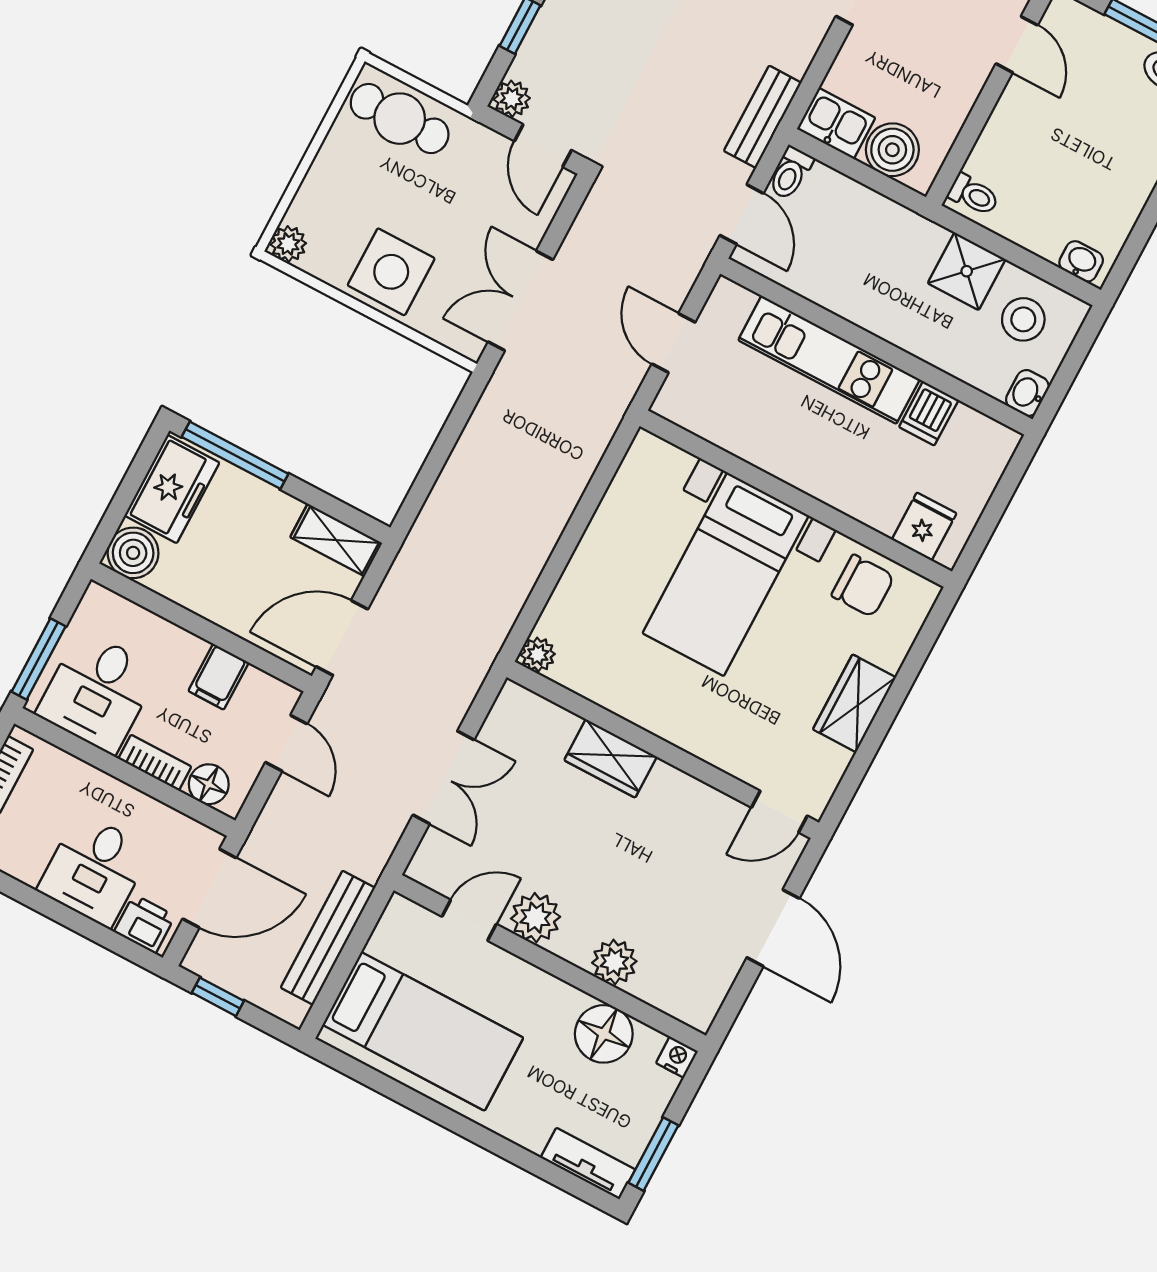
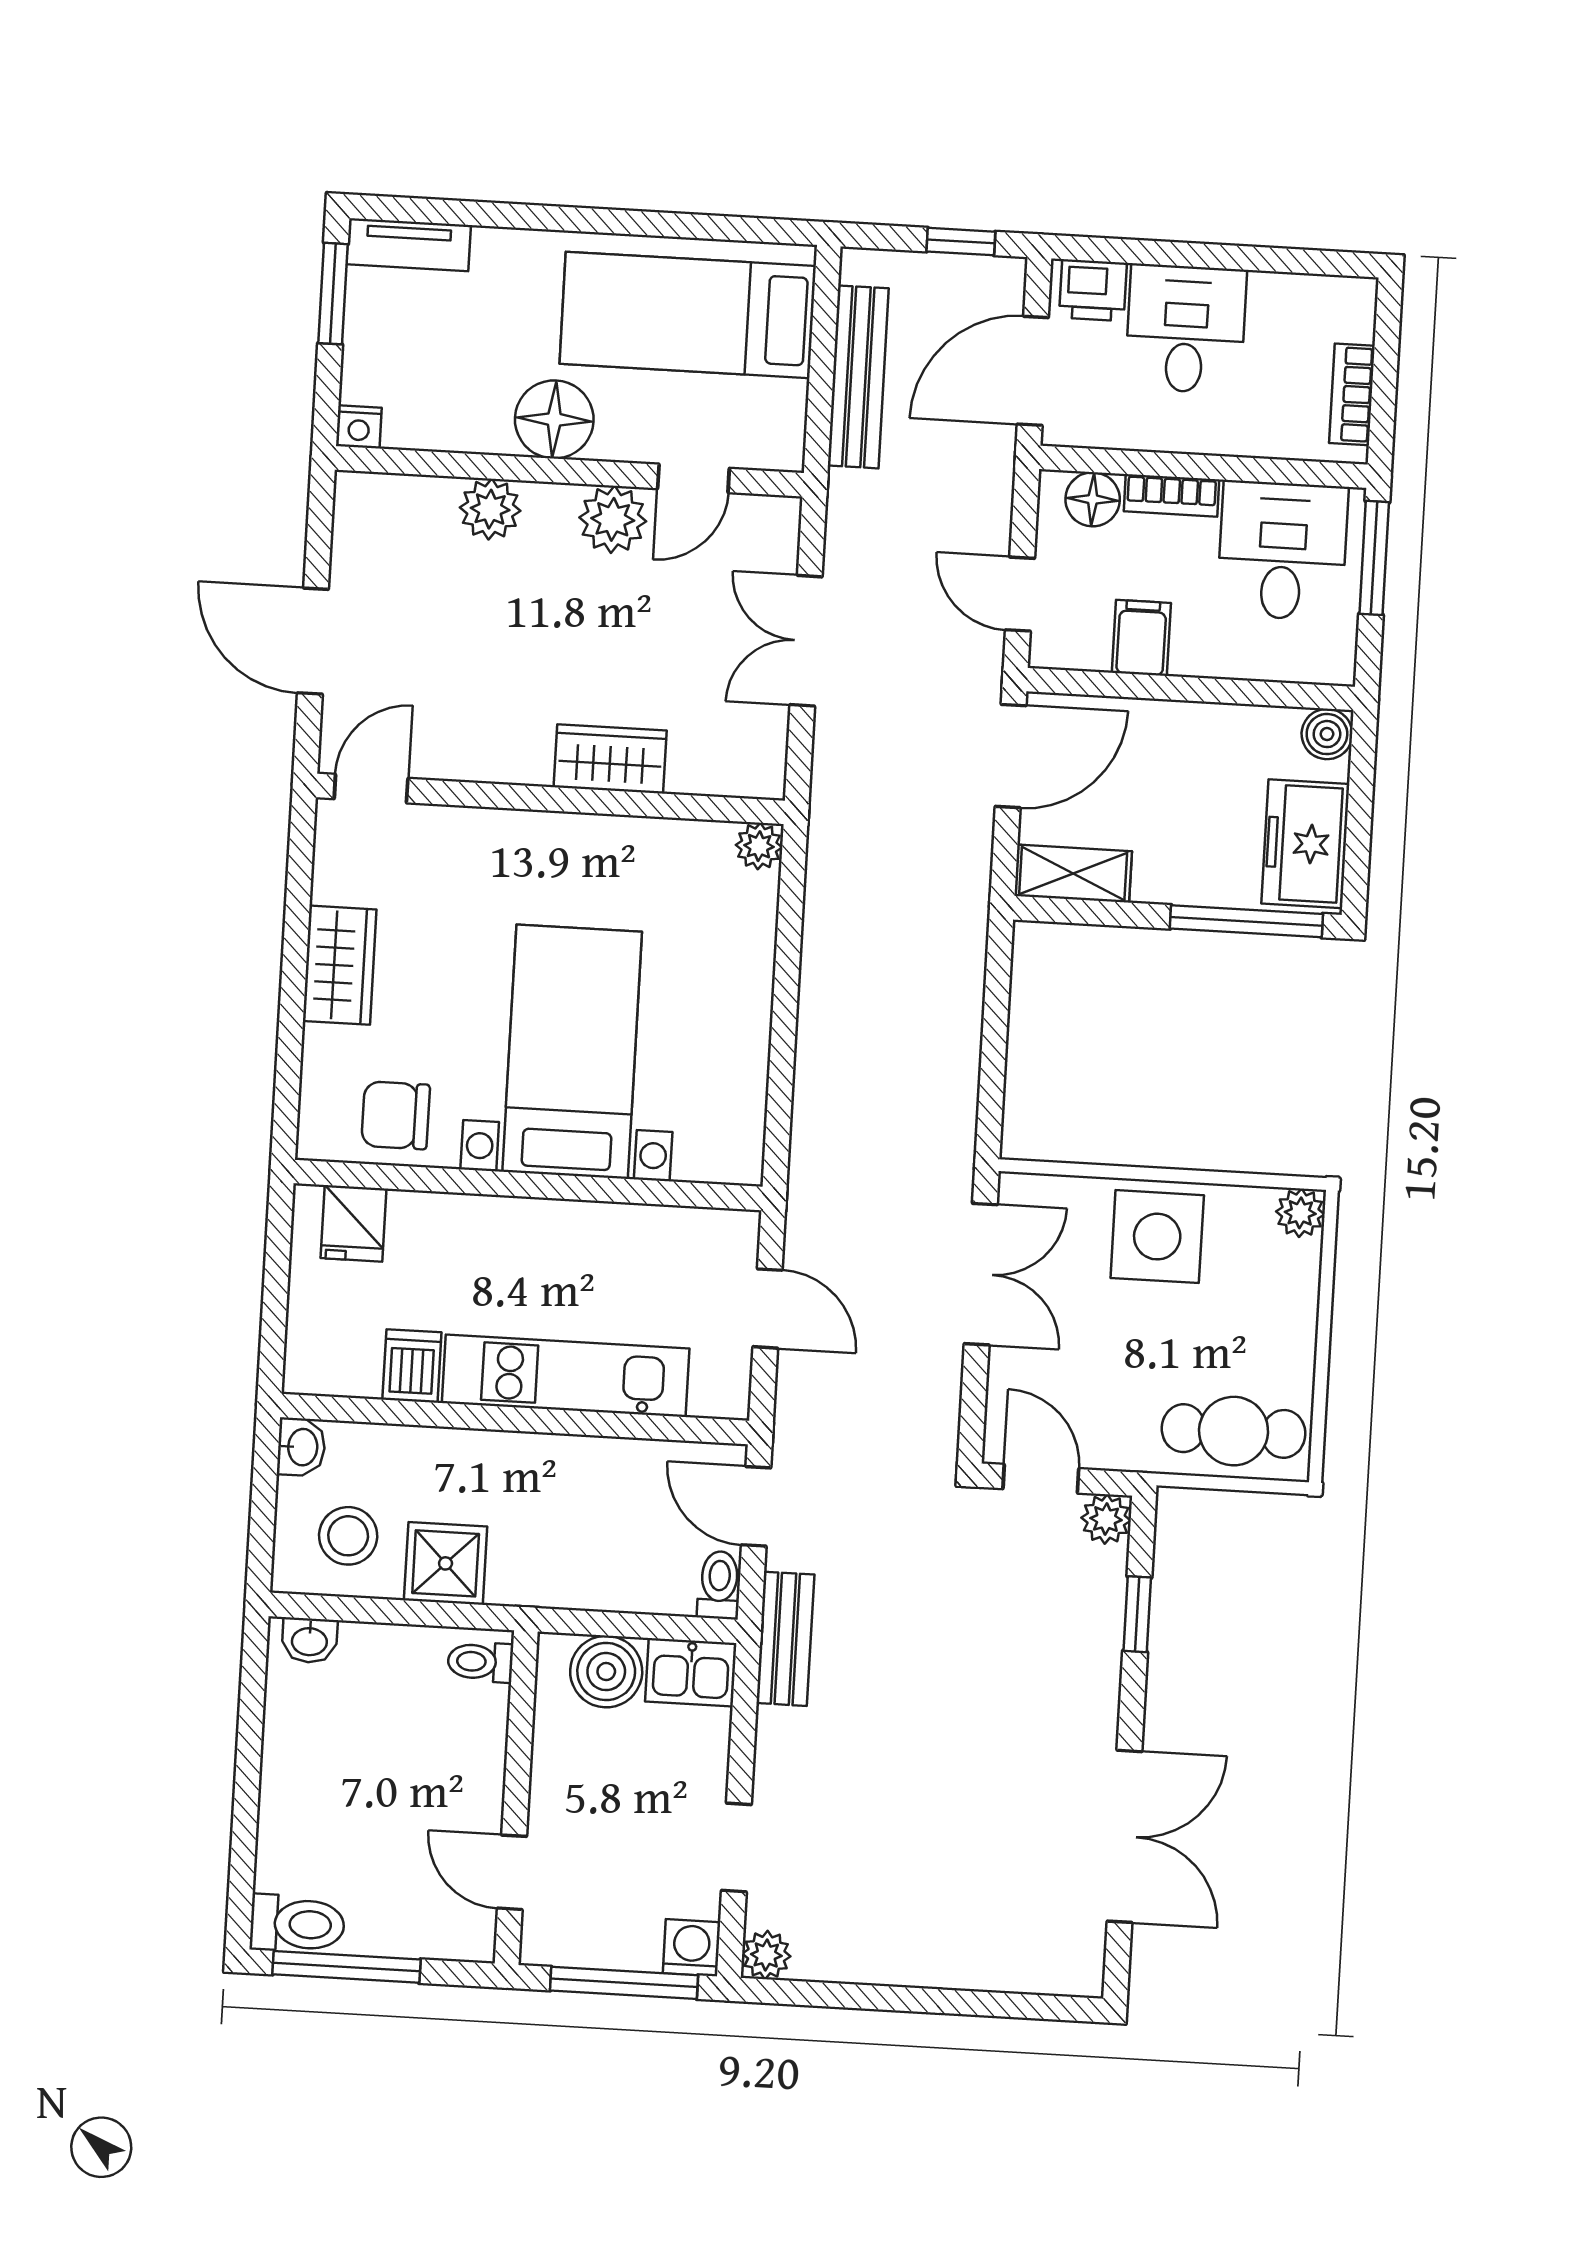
boiler: (133, 553) -> (1327, 734), width x0.73, depth x0.73
floor lamp: (604, 1034) -> (554, 419), moved

